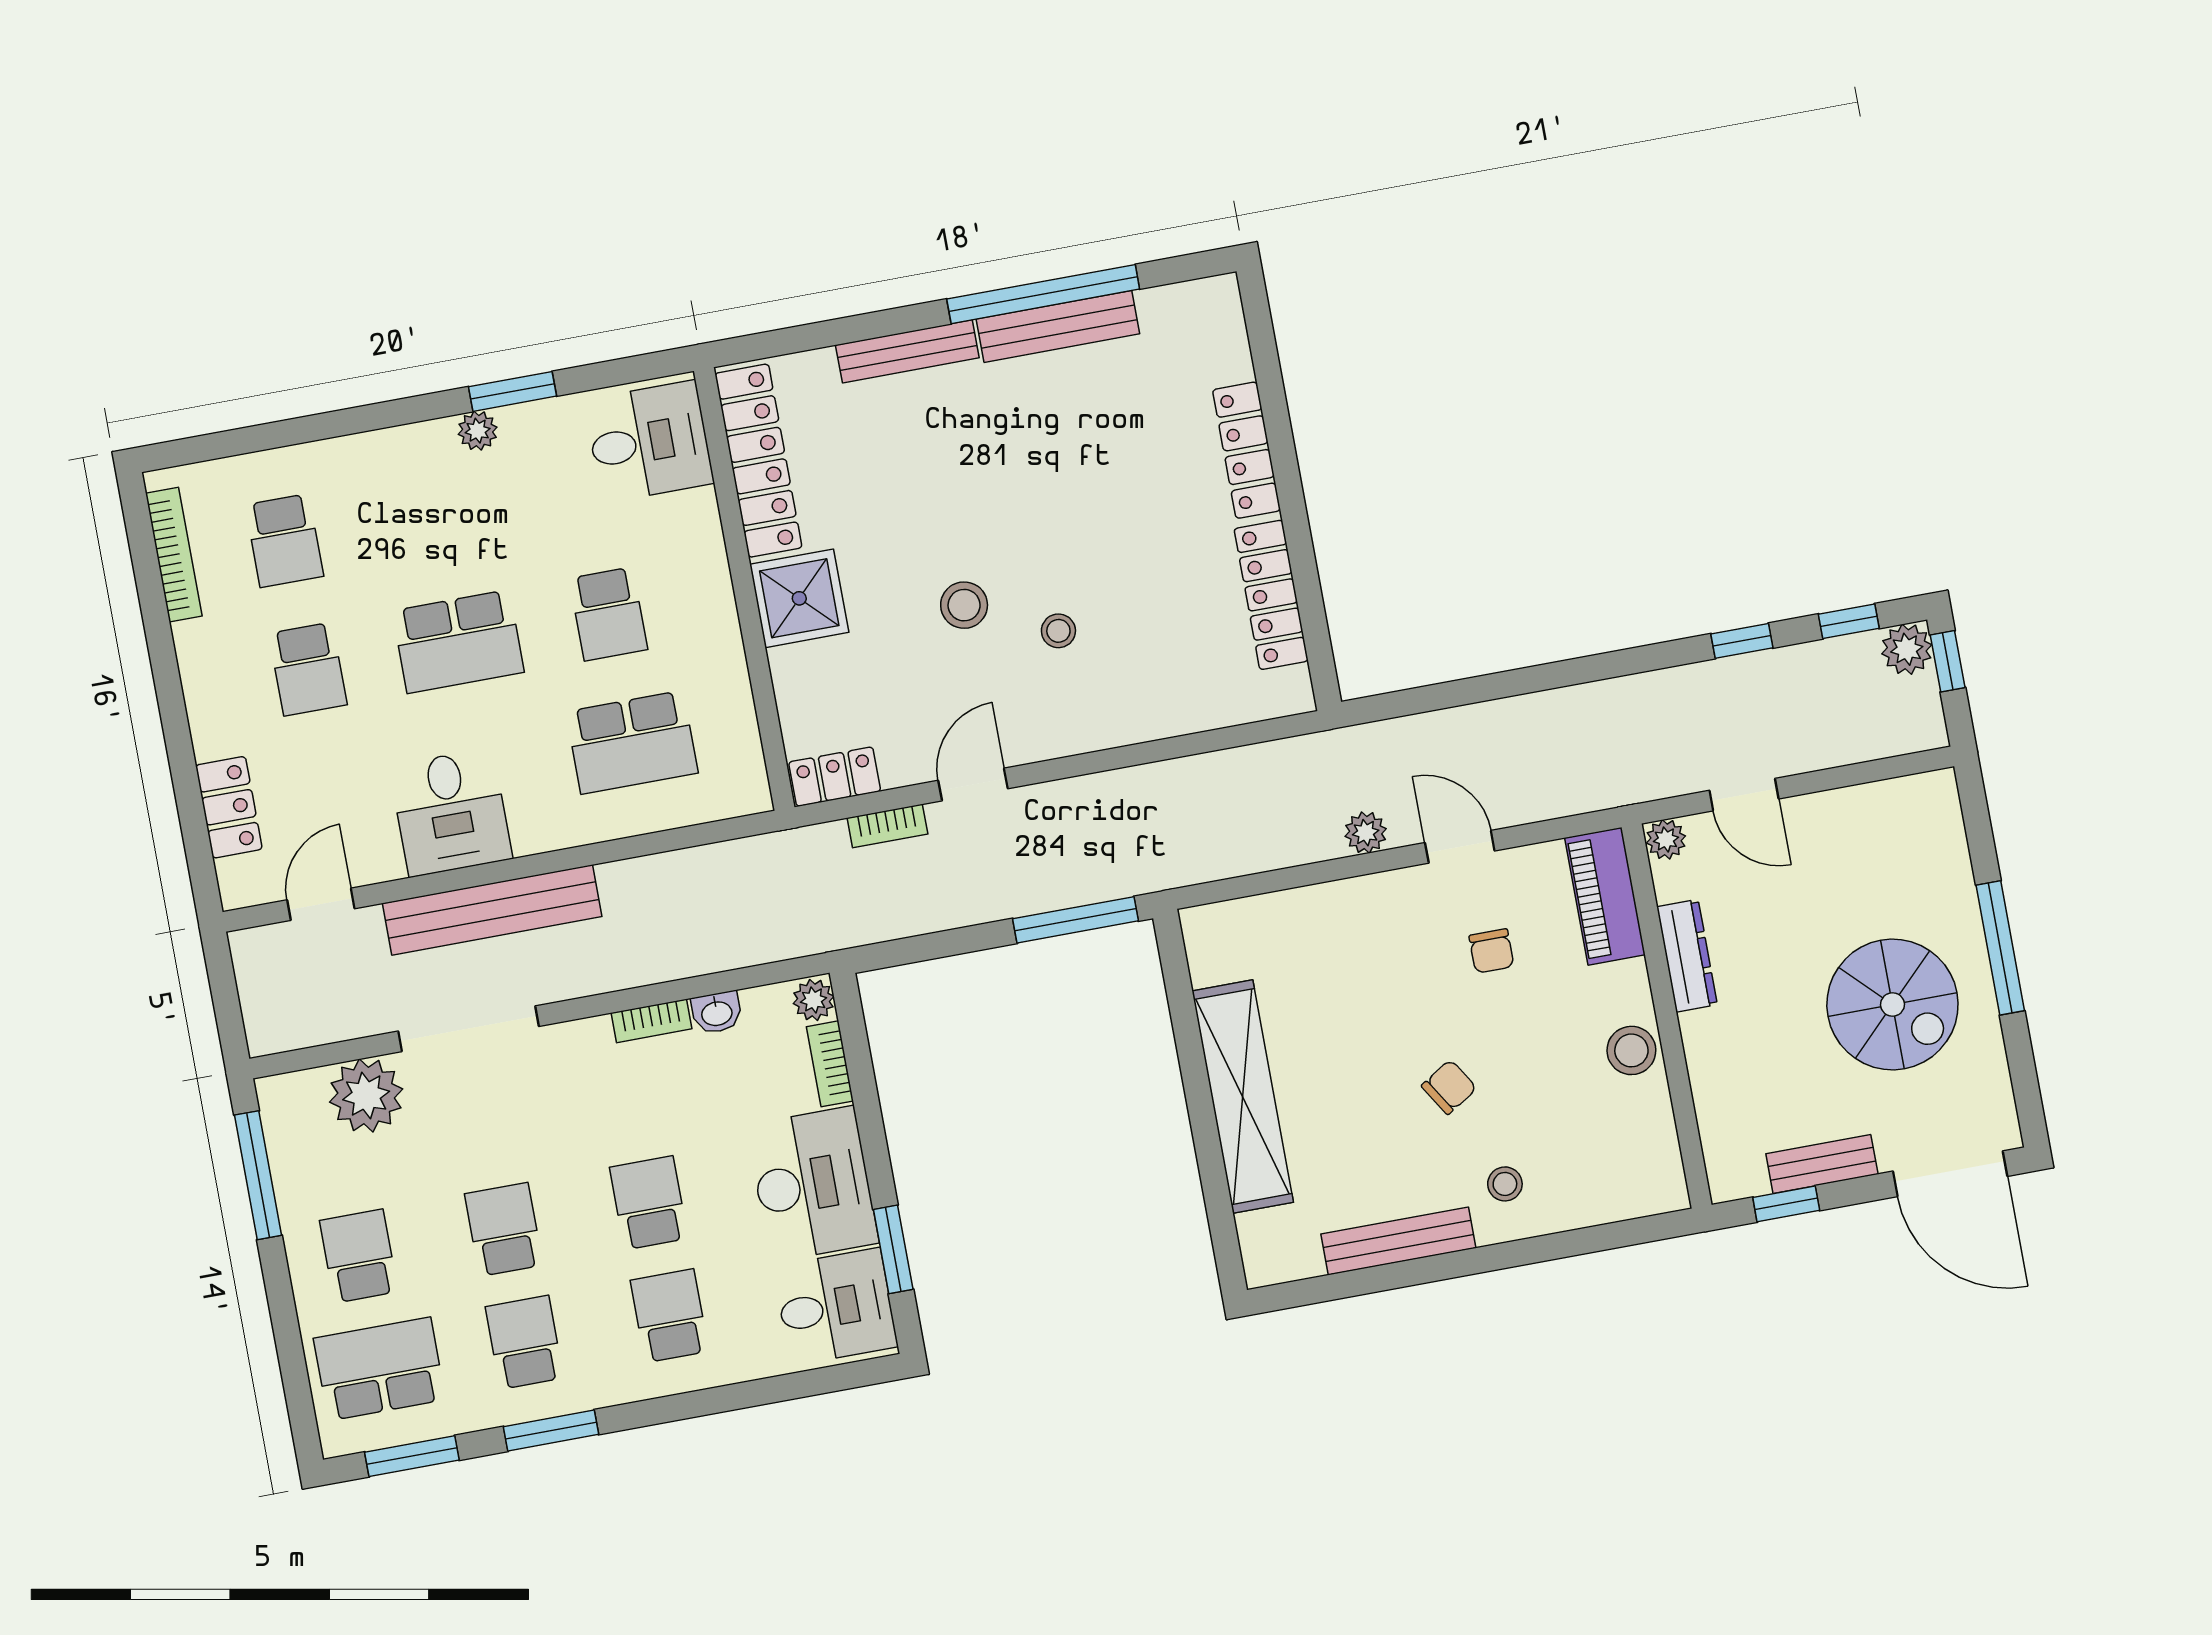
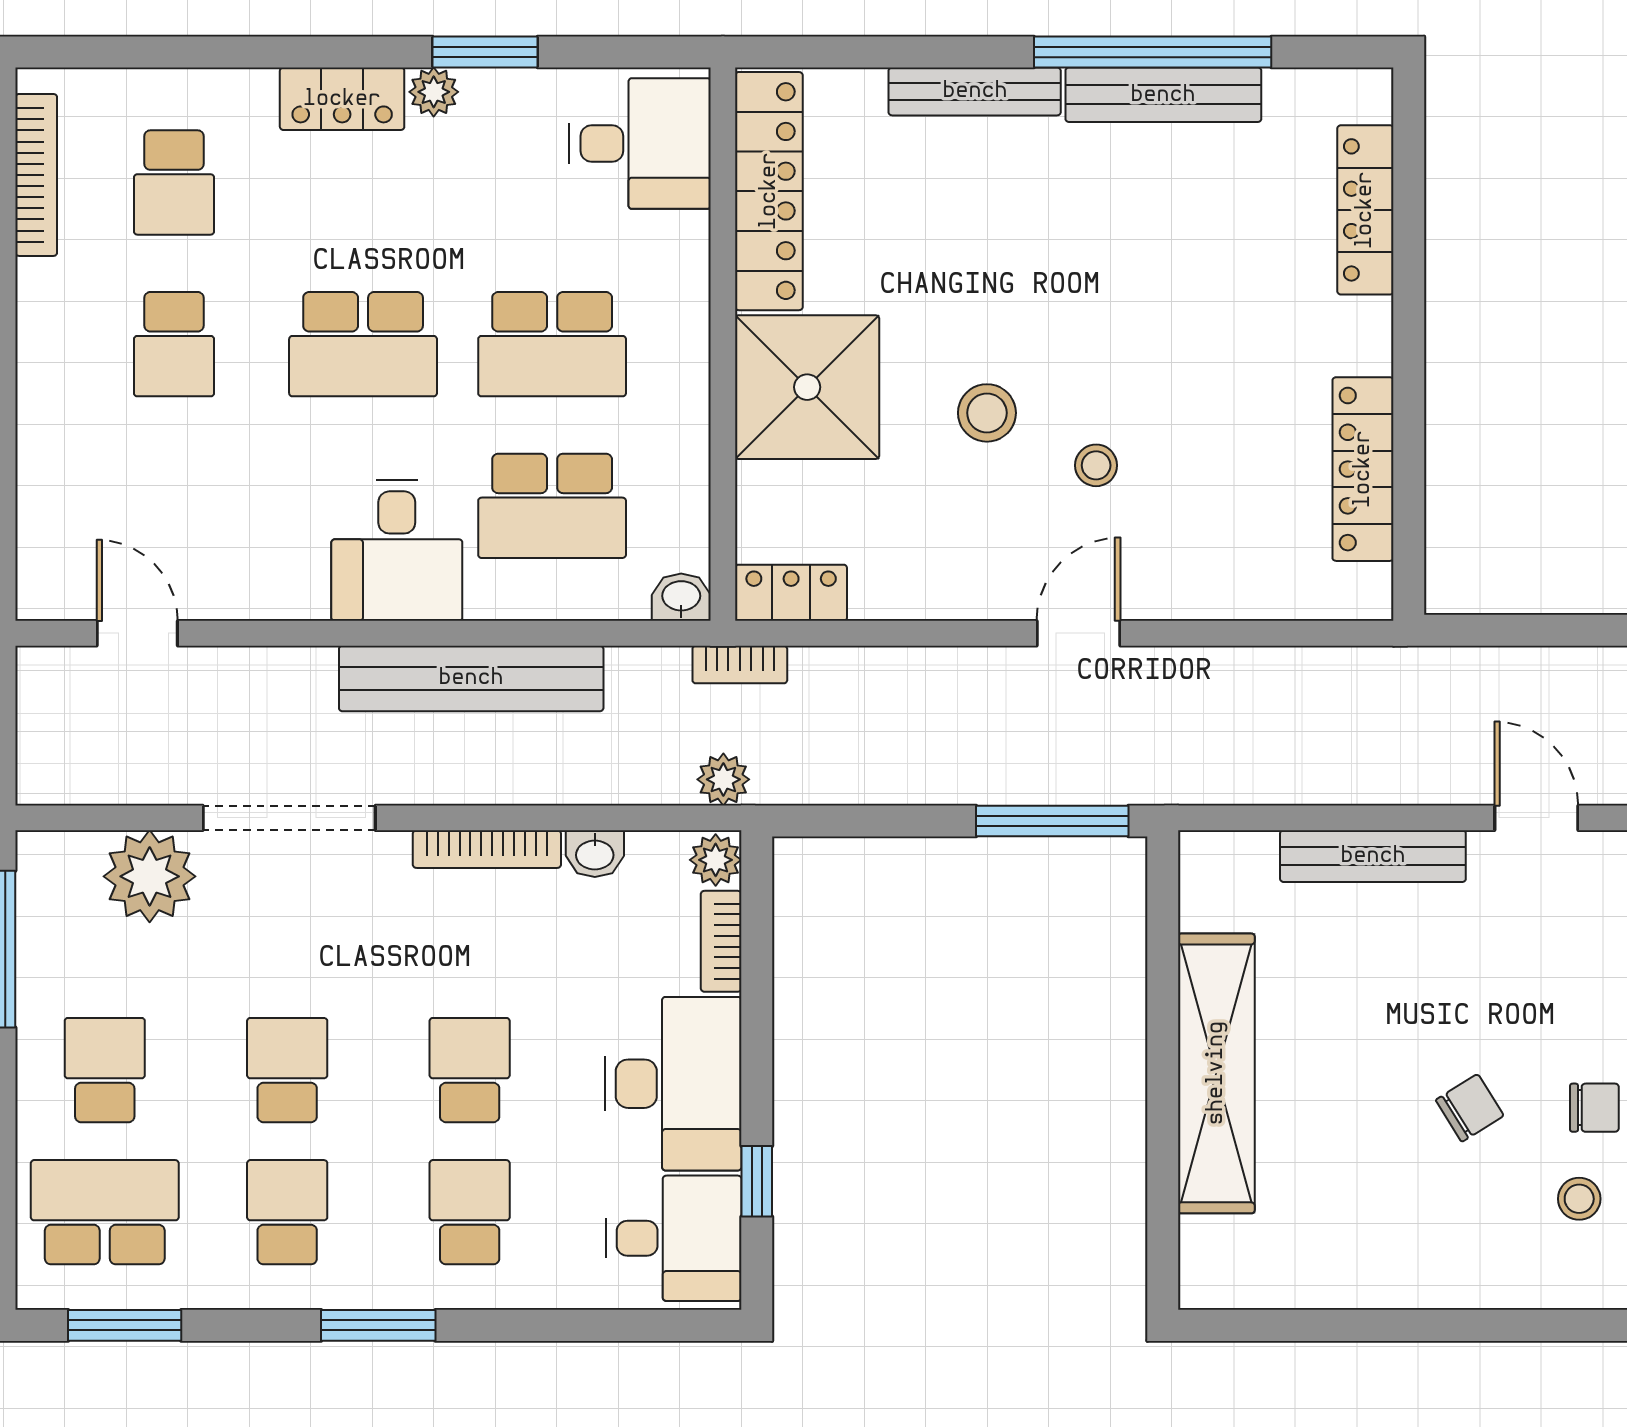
locker: (1247, 450) -> (1365, 210), moved
shower: (799, 598) -> (807, 387), width x1.37, depth x1.37
school desk: (608, 614) -> (552, 344), width x1.85
door: (973, 785) -> (1079, 633), moved
washbasin: (748, 796) -> (681, 597), added
locker: (229, 807) -> (342, 99), moved, turned 90
desk: (451, 812) -> (397, 550), moved
bookcase: (887, 826) -> (740, 665), moved
plant: (1366, 833) -> (723, 779), moved
door: (321, 904) -> (137, 633), hinge flipped
bench: (492, 910) -> (471, 678), moved
chair: (1491, 951) -> (1594, 1108), moved, turned -90
bookcase: (651, 1021) -> (487, 849), width x1.56
stool: (1505, 1184) -> (1579, 1199), moved
bench: (1398, 1241) -> (1373, 856), moved
window: (893, 1249) -> (757, 1181), width x0.67
window: (551, 1431) -> (378, 1325), moved

